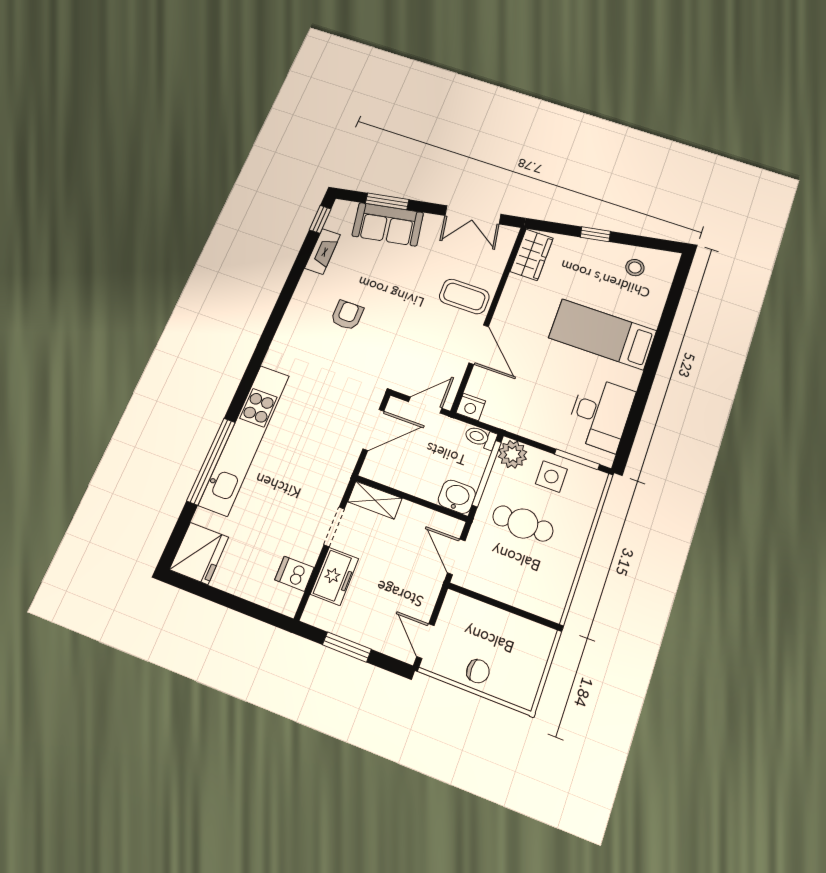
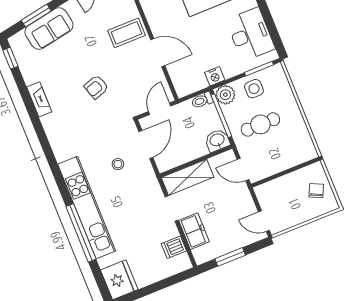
fireplace: (323, 251) -> (39, 99), moved
armchair: (347, 315) -> (96, 87), moved, turned -108
nightstand: (471, 407) -> (215, 76), moved
stool: (323, 424) -> (118, 164), added
shelving: (375, 500) -> (188, 177), width x1.50, depth x1.33
chair: (478, 671) -> (316, 191), moved, turned -65

